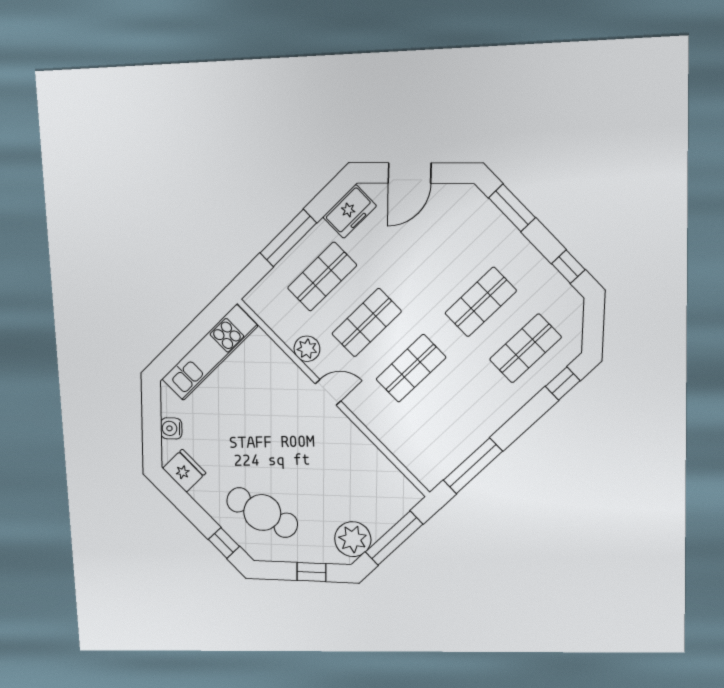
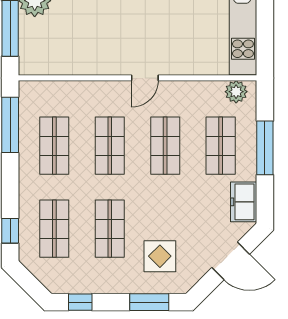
door: (410, 173) -> (231, 261), swing flipped
display table: (464, 237) -> (160, 256), added
plant: (307, 349) -> (236, 92), moved
shop shelf: (455, 414) -> (54, 146), added

